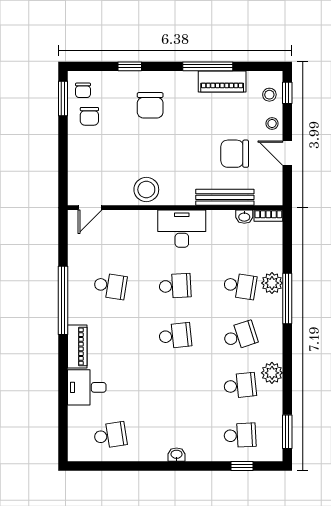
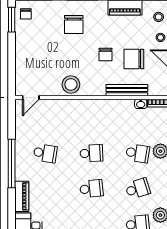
chair: (89, 116) -> (106, 55), moved
desk: (182, 229) -> (96, 112), removed

